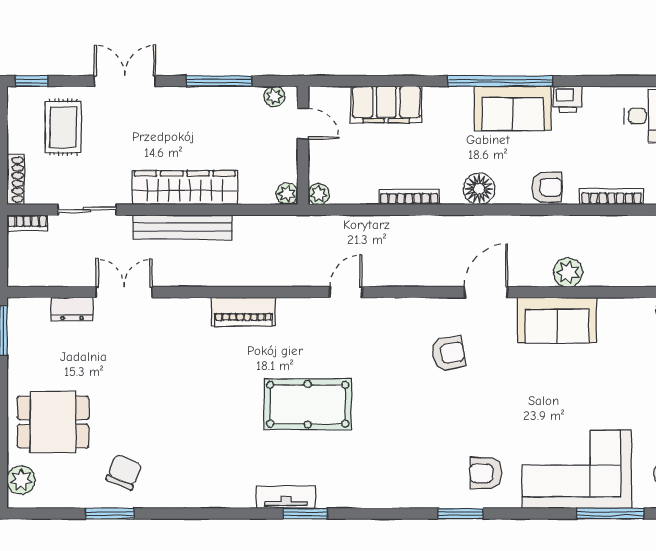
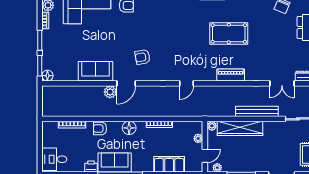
door: (303, 124) -> (205, 156), swing flipped
wardrobe: (185, 188) -> (240, 128), moved
plant: (319, 194) -> (198, 138), moved
plant: (568, 272) -> (110, 92), moved
pool table: (308, 404) -> (229, 33), moved

